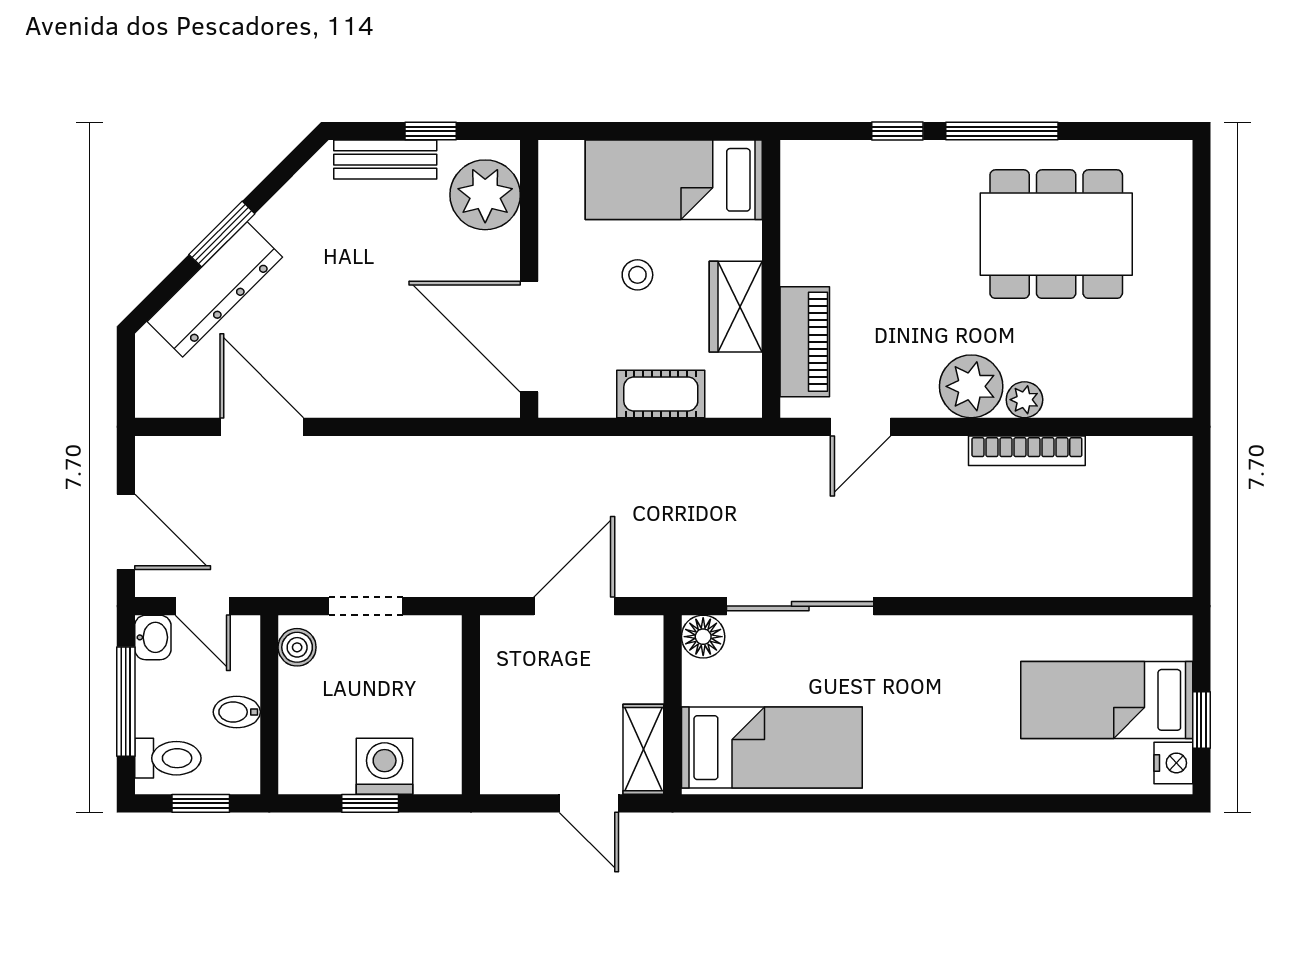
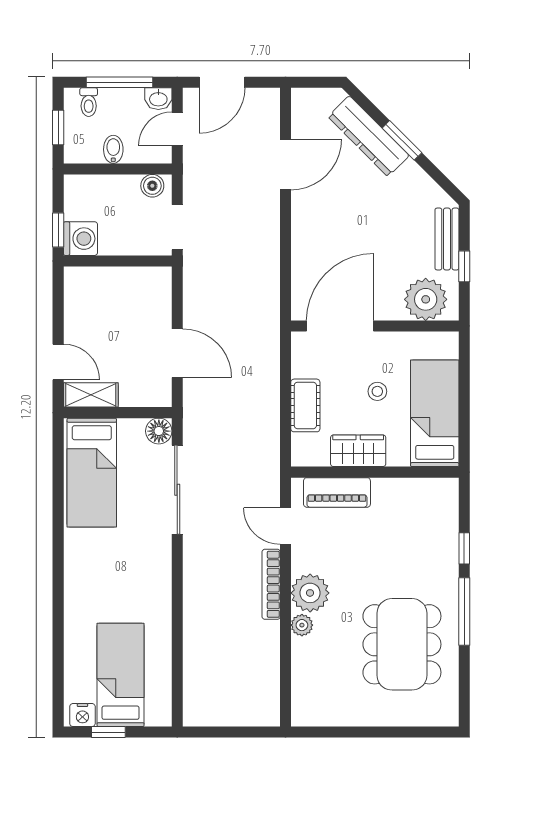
bookcase: (1027, 451) -> (271, 584), moved
wall: (471, 705) -> (118, 261), moved
toilet: (168, 758) -> (89, 102), width x0.73, depth x0.72
door: (589, 803) -> (58, 362), swing flipped

